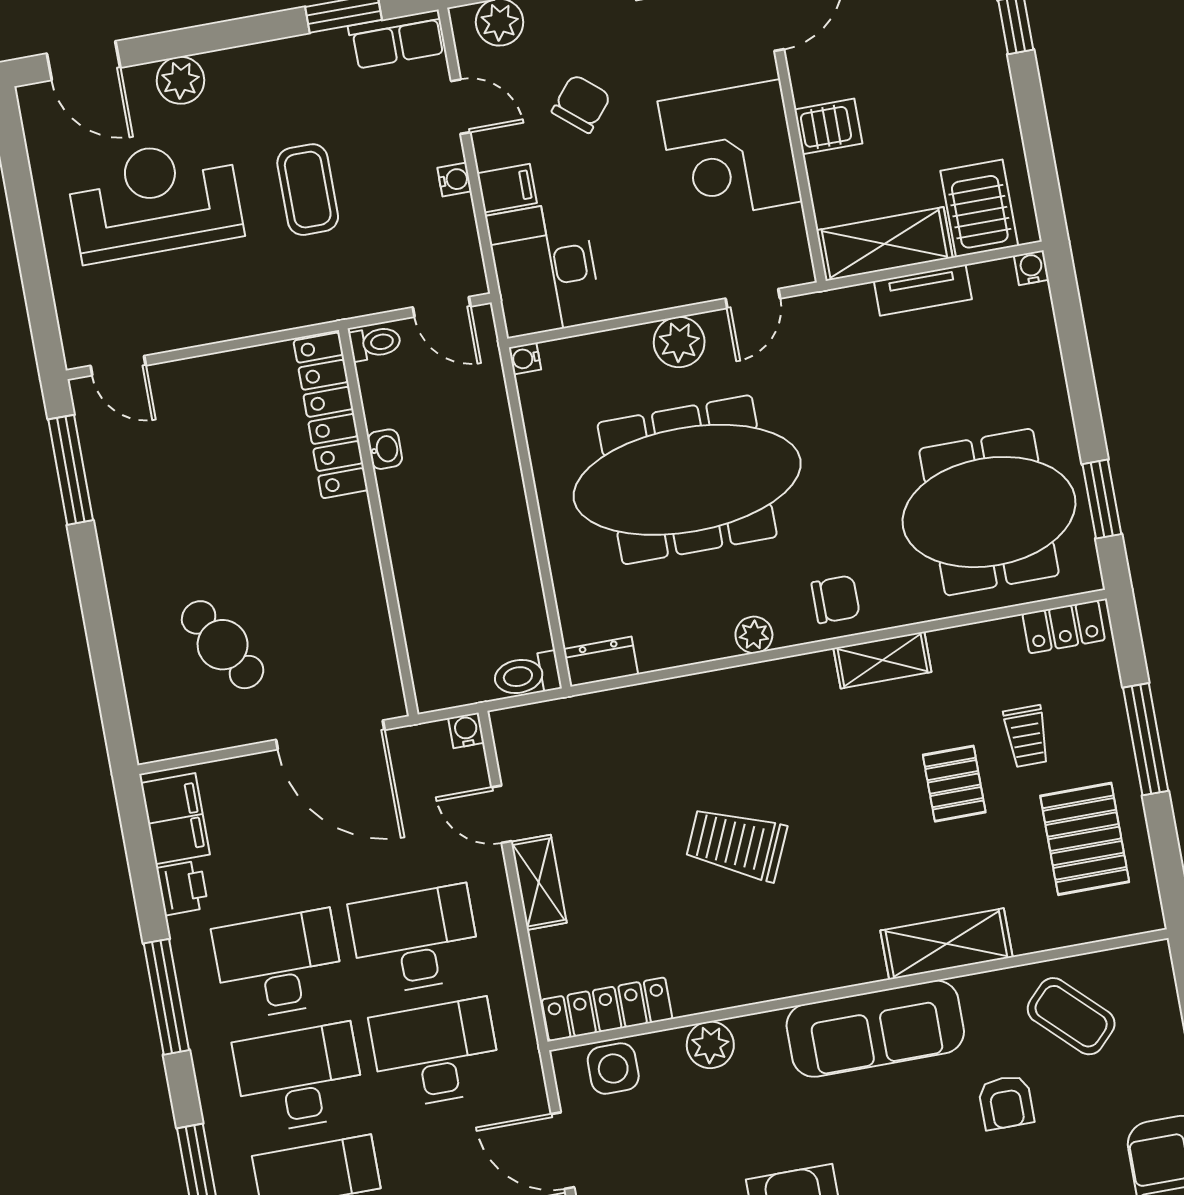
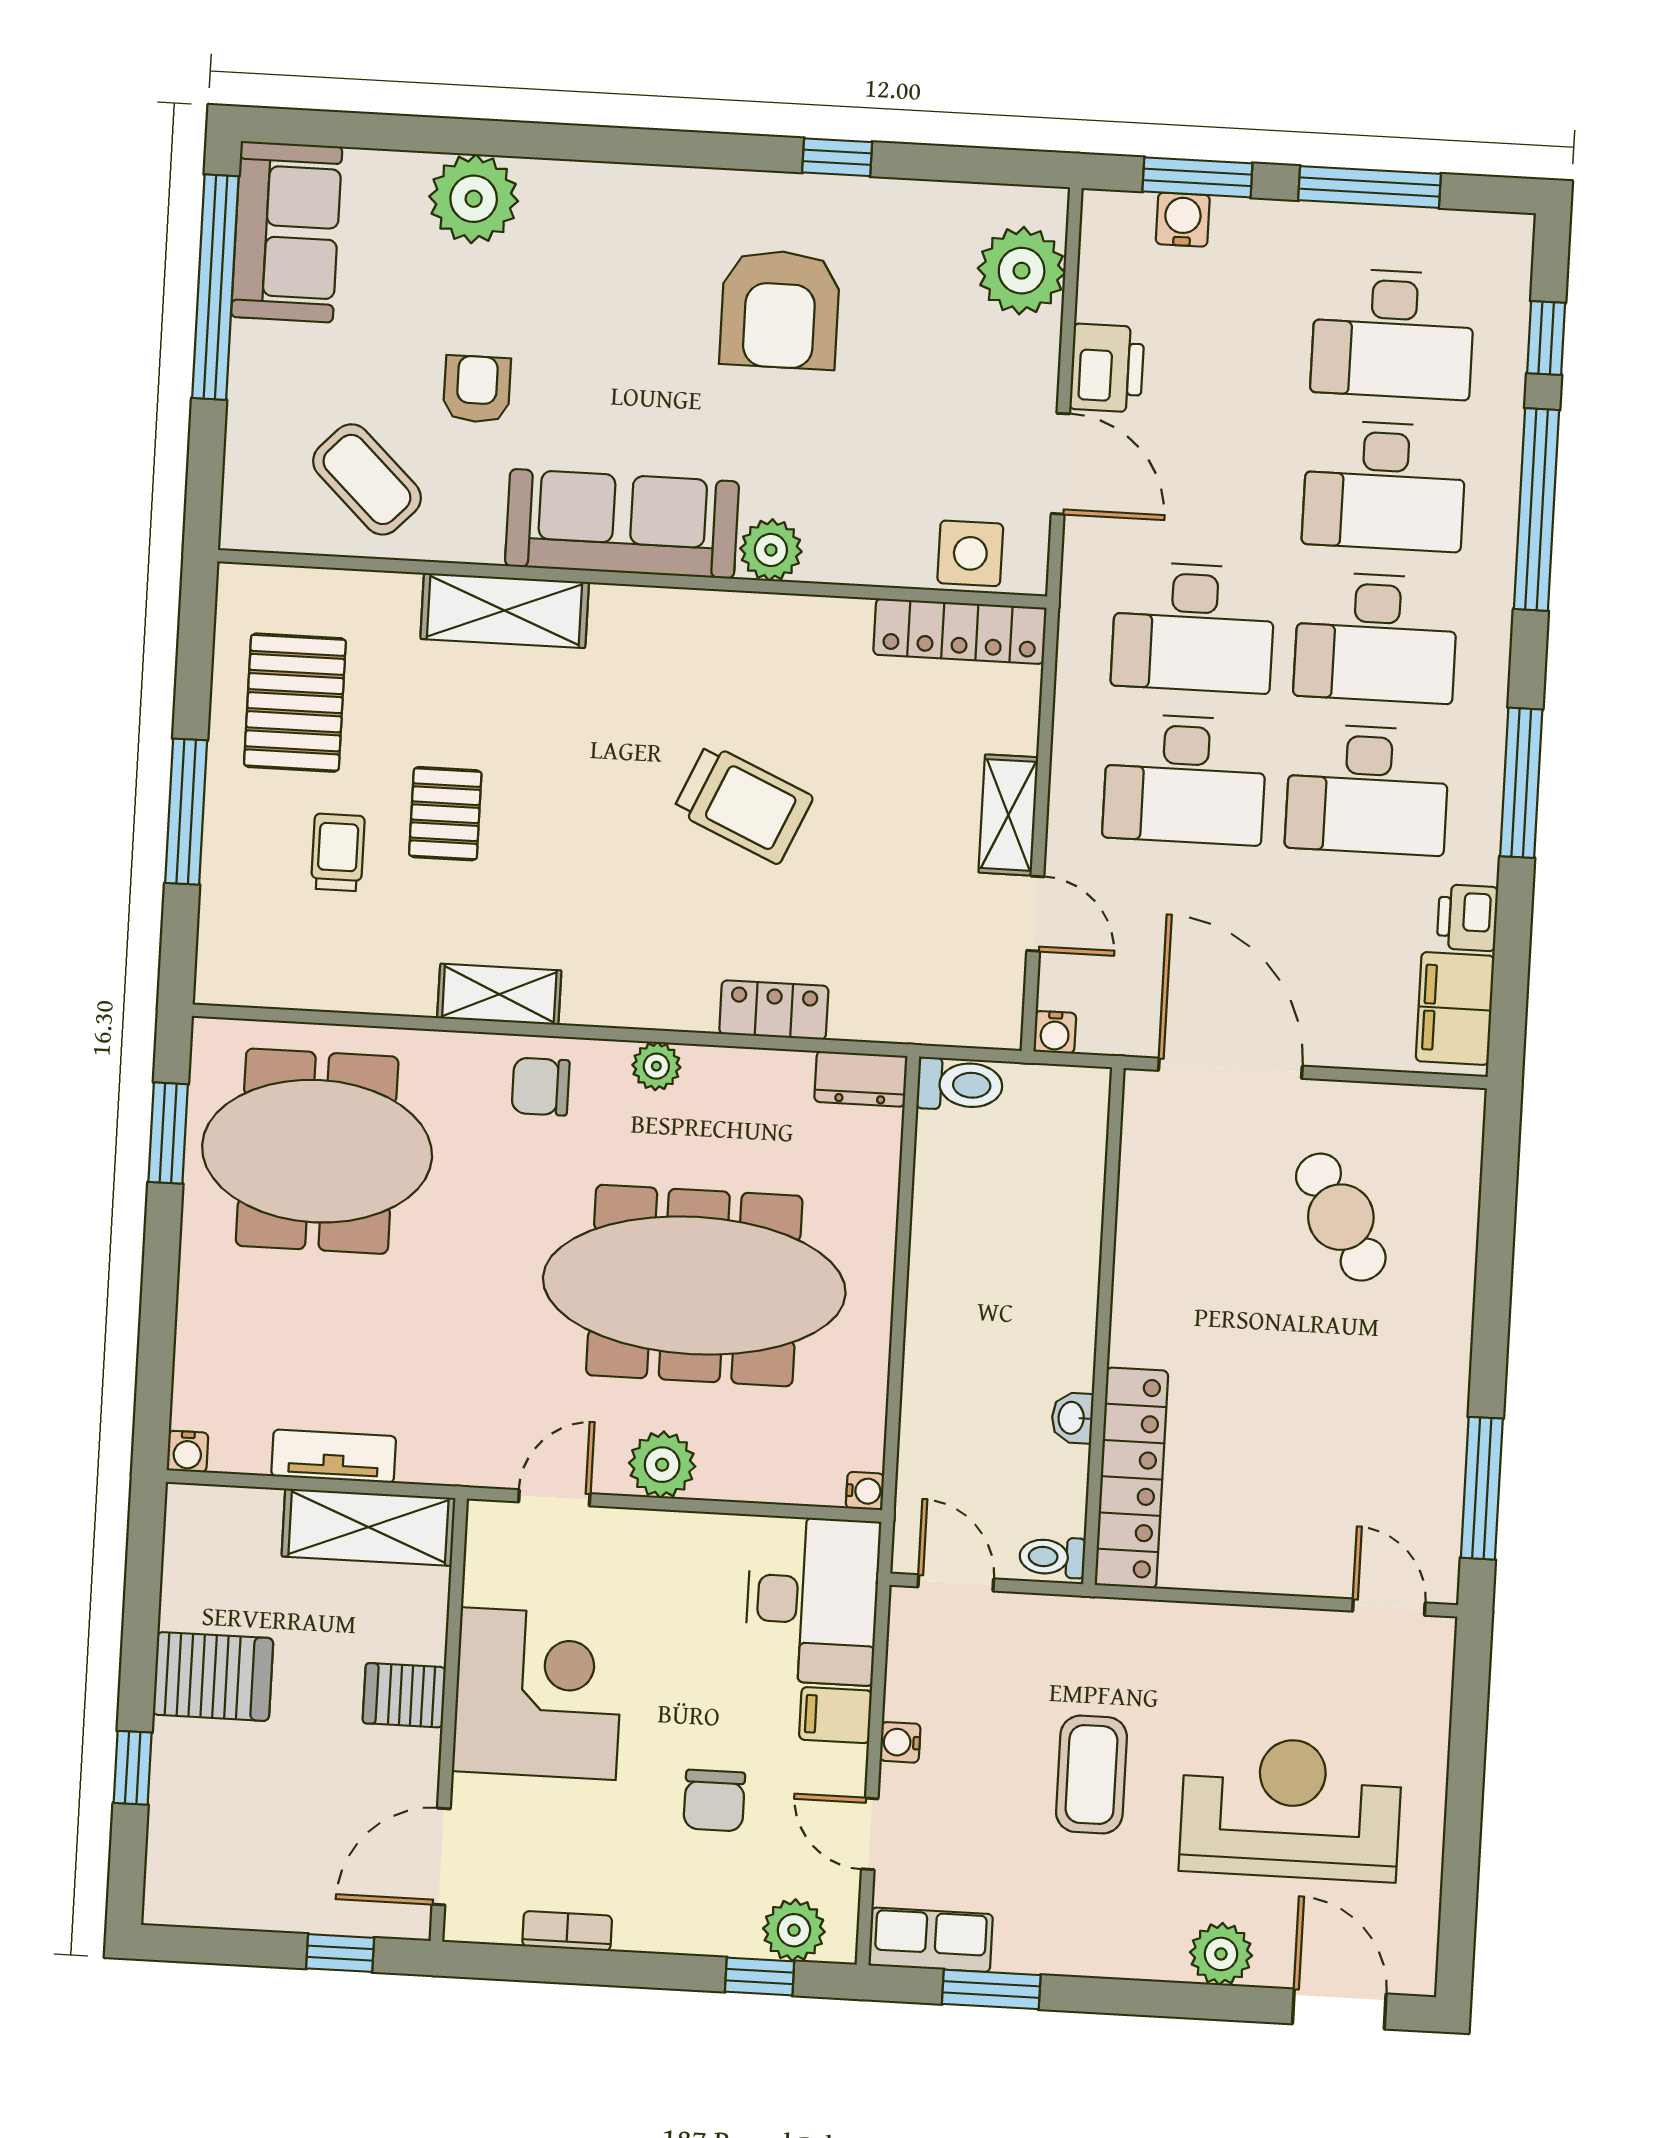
chair: (581, 104) -> (714, 1800), turned -40
reception desk: (155, 200) -> (1291, 1809), turned 180
server rack: (979, 208) -> (213, 1676), moved, turned -90
locker: (1064, 627) -> (774, 1010), moved
plant: (710, 1045) -> (771, 550), moved

